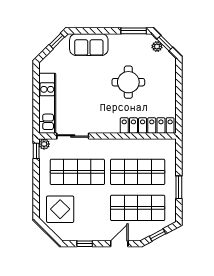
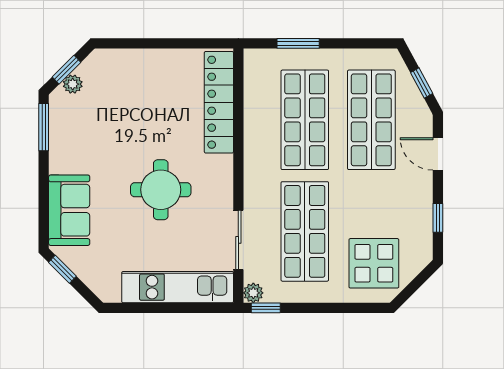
round table: (128, 82) -> (161, 190), moved
window: (179, 187) -> (298, 43), moved

